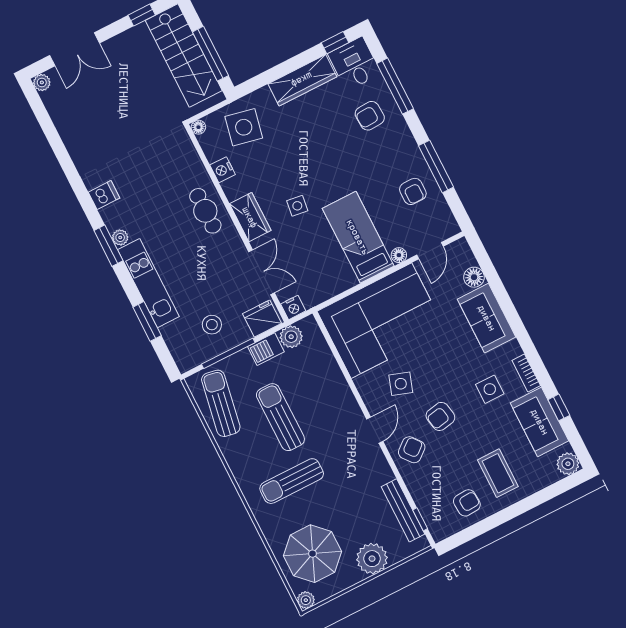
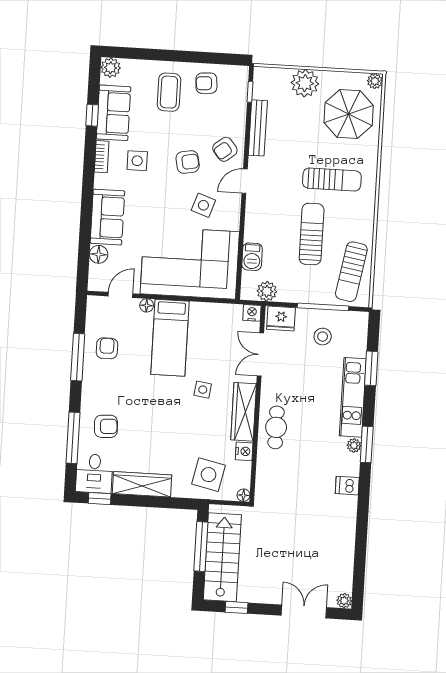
wardrobe: (250, 217) -> (244, 412), width x1.50
barbecue: (266, 349) -> (252, 257), moved, turned 90
sun lounger: (280, 417) -> (312, 234), turned 180
bench: (403, 510) -> (258, 128), moved

